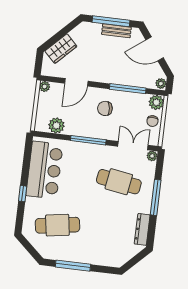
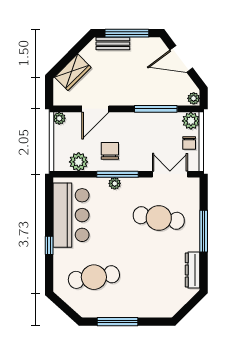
bench: (116, 31) -> (113, 44), moved
chair: (105, 108) -> (110, 151), moved, turned 96
plant: (152, 156) -> (115, 183), moved

